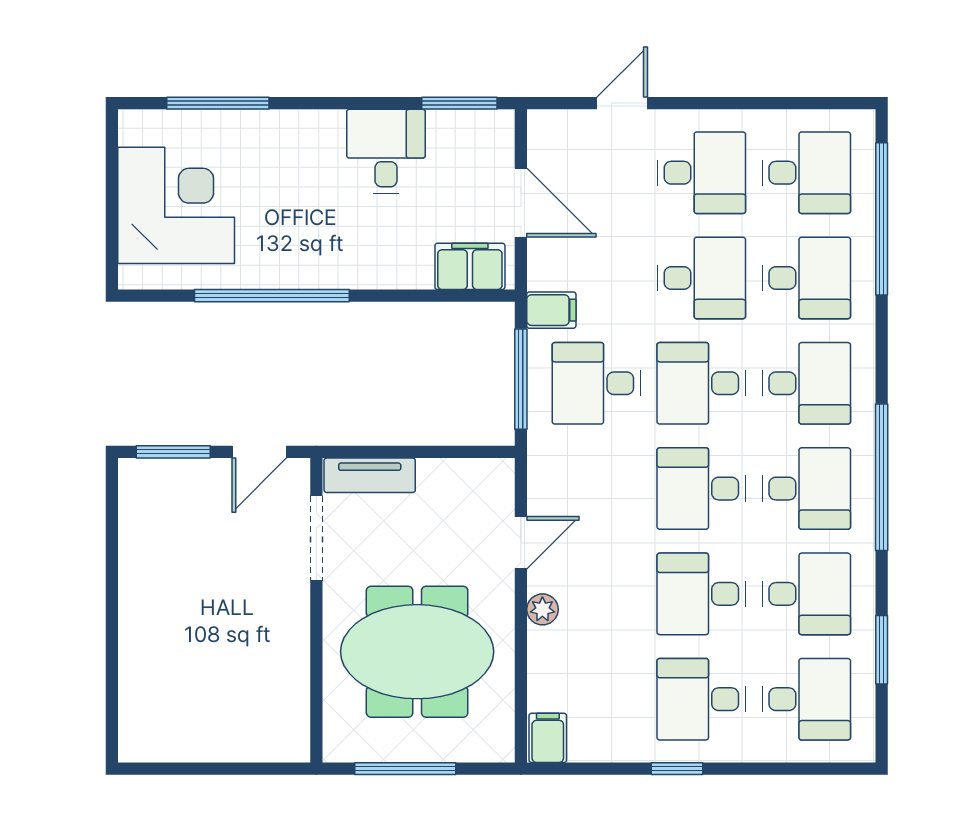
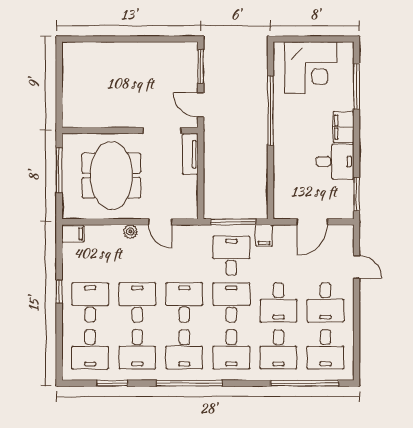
filing cabinet: (470, 266) -> (343, 127), moved, turned 180

